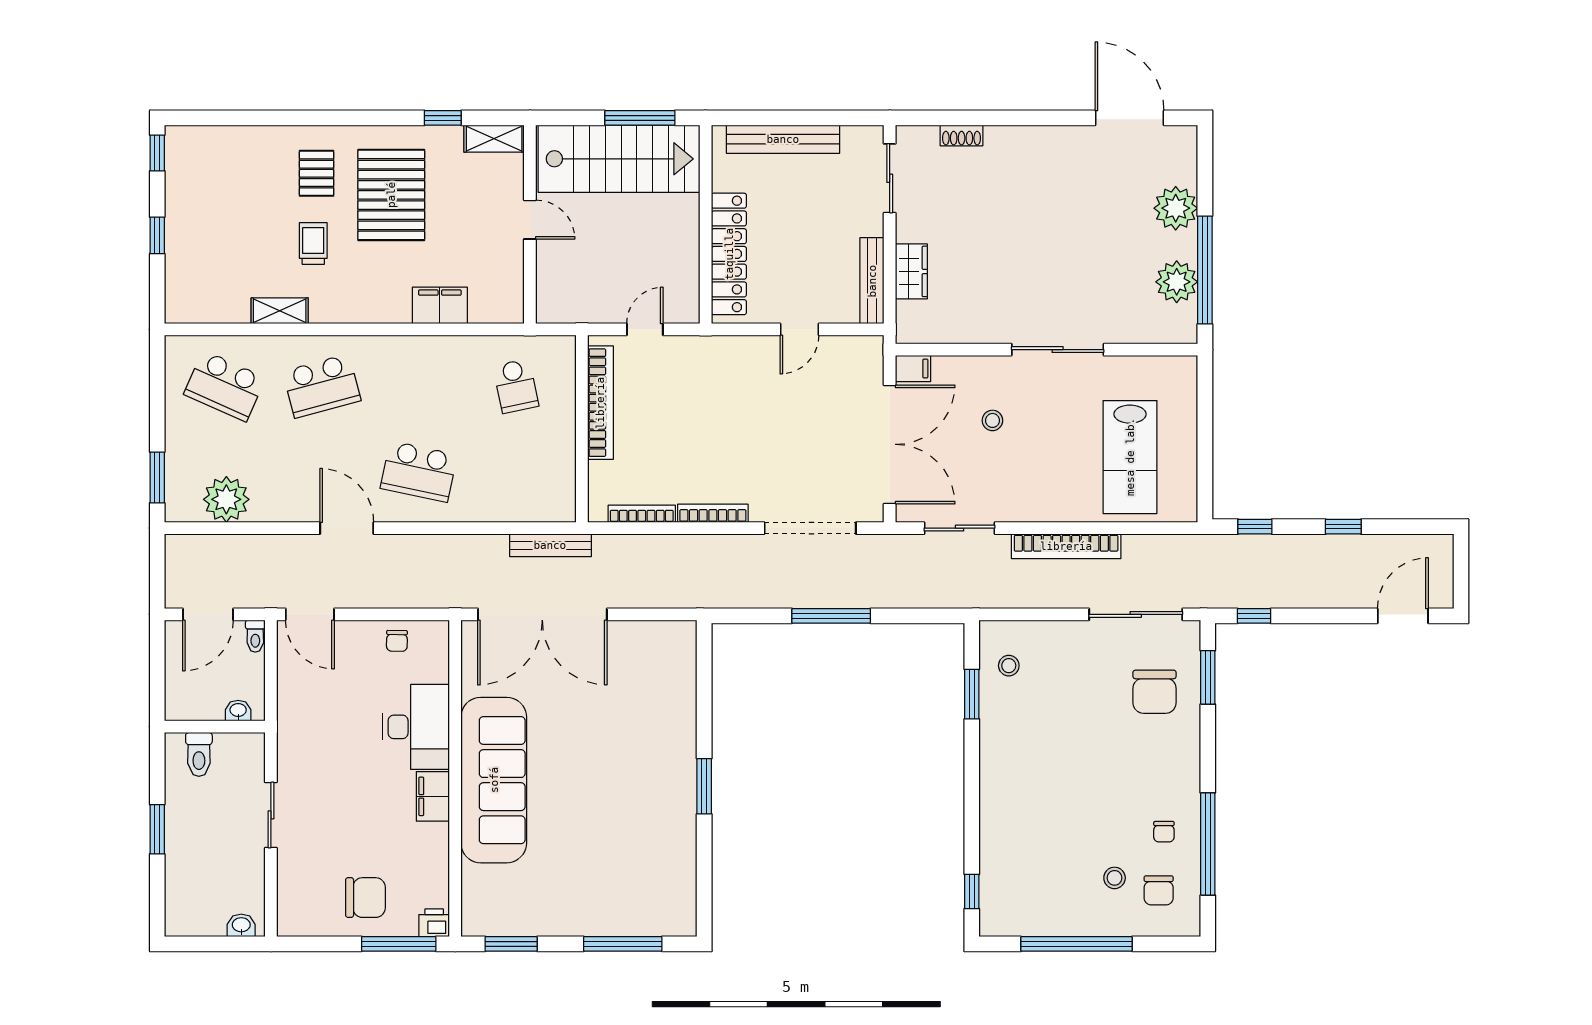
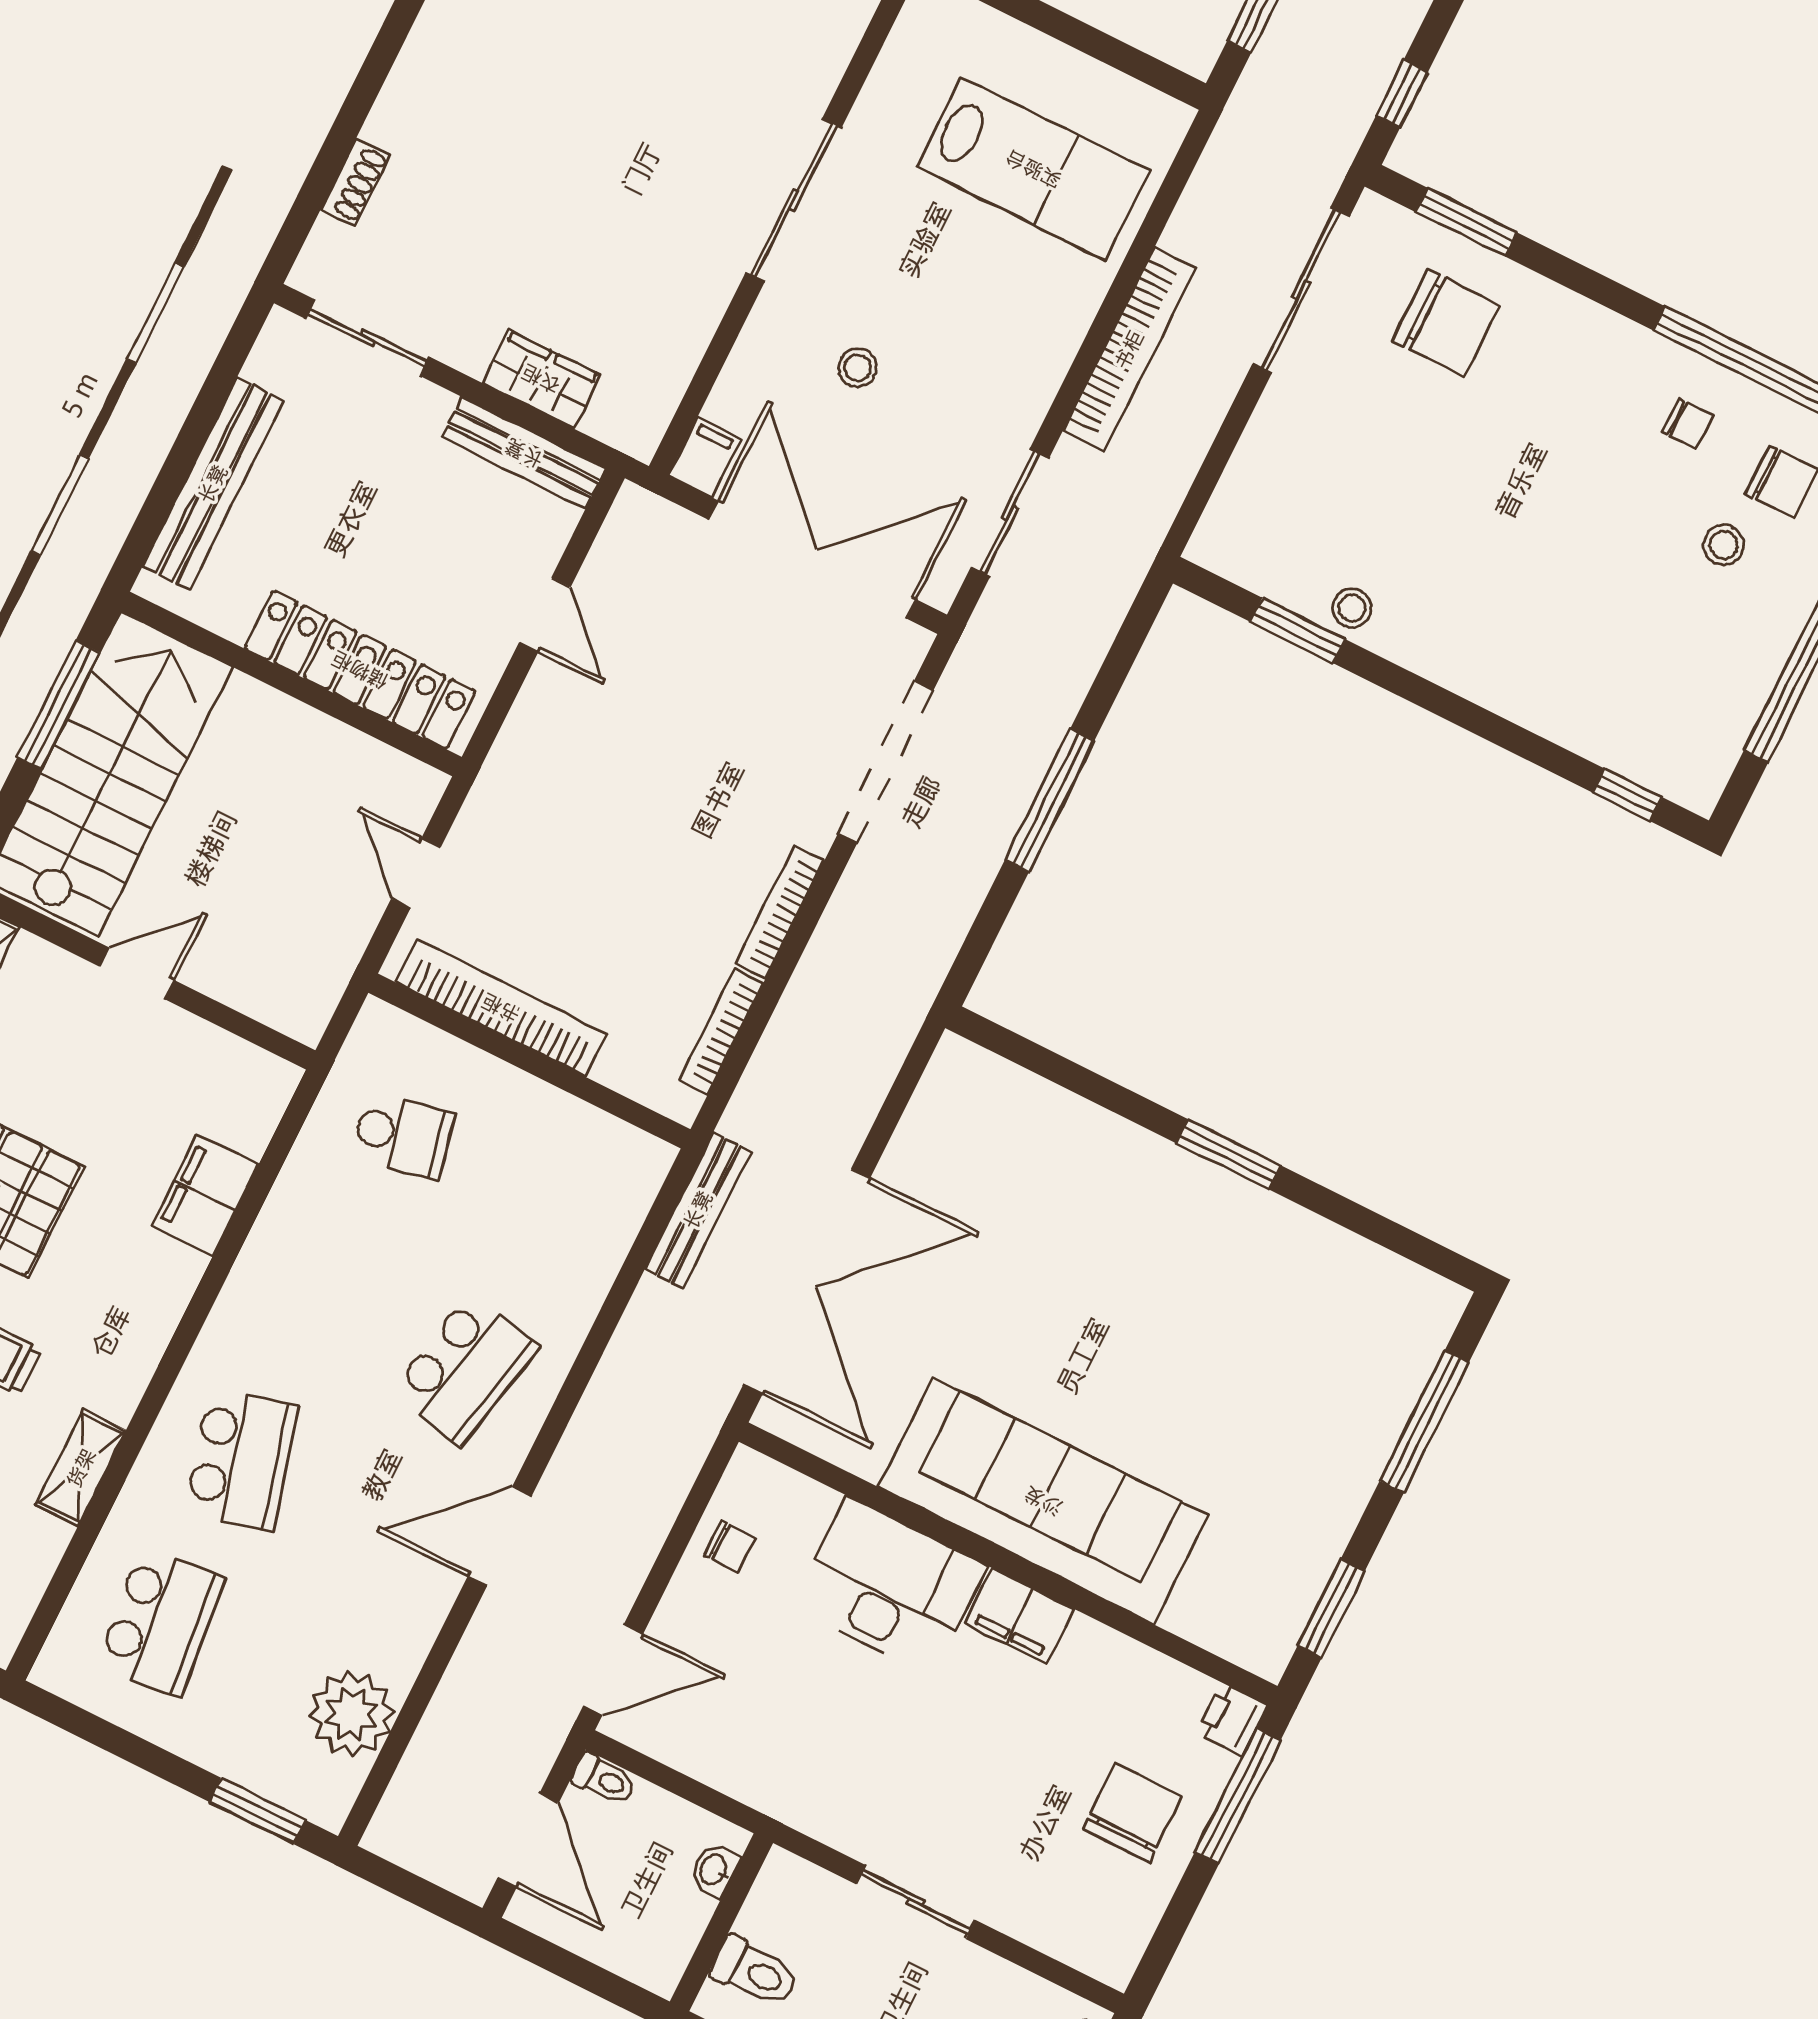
school desk: (225, 386) -> (161, 1622), turned -30
stool: (1009, 666) -> (1352, 608), moved

